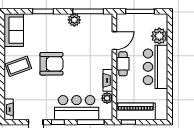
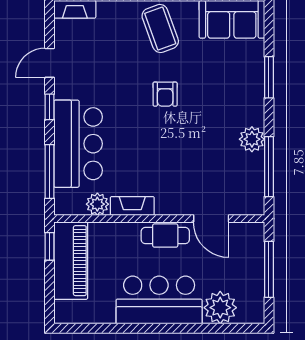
armchair: (51, 64) -> (165, 94), width x0.53, depth x0.53

